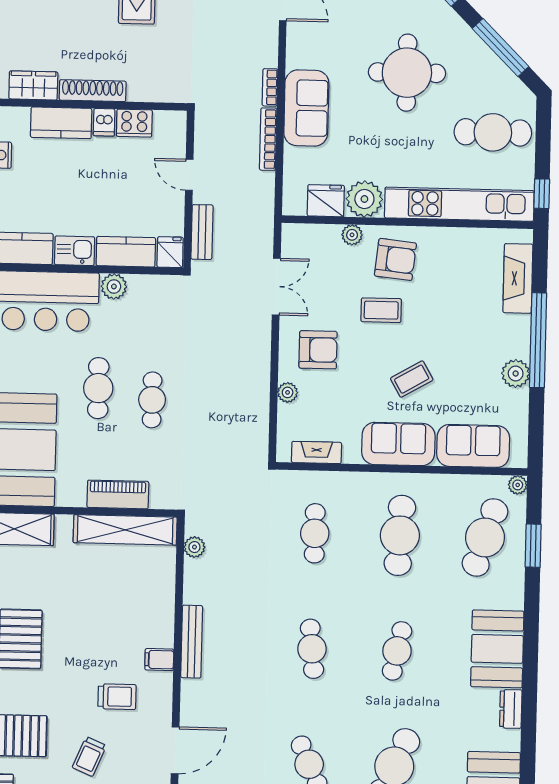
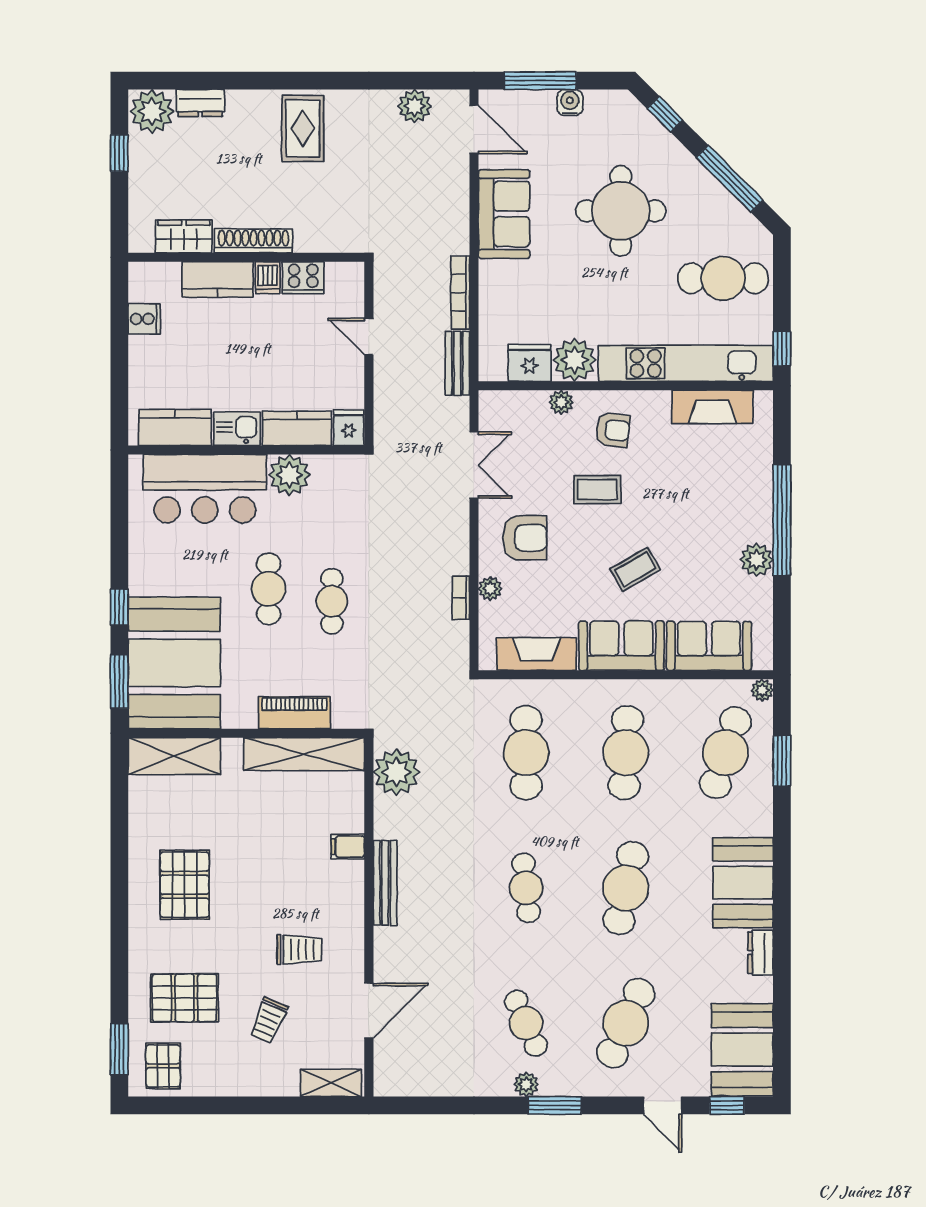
bookcase: (270, 87) -> (461, 598), moved
sofa: (306, 108) -> (504, 214), moved
bench: (202, 232) -> (457, 363), moved
armchair: (395, 259) -> (613, 430), width x0.72, depth x0.72
fireplace: (518, 278) -> (712, 407), moved, turned -90
plant: (114, 286) -> (289, 475), width x1.36, depth x1.36
fireplace: (316, 452) -> (537, 654), width x1.37, depth x1.32
cafe table: (315, 533) -> (526, 753), width x1.37, depth x1.35
plant: (194, 547) -> (396, 772), width x1.88, depth x1.88
cafe table: (397, 651) -> (626, 888), width x1.37, depth x1.35
filing cabinet: (159, 660) -> (348, 847), moved

